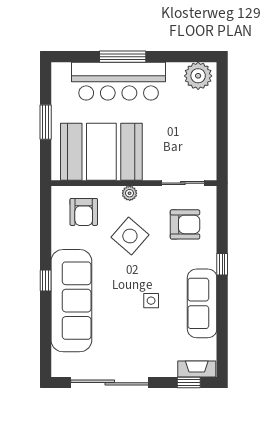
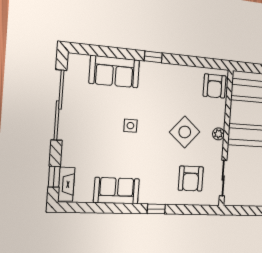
armchair: (84, 212) -> (215, 86), moved, turned -90
sofa: (71, 301) -> (114, 72), width x0.54, depth x0.79
side table: (151, 301) -> (130, 126), moved
sofa: (202, 303) -> (117, 191), width x0.73

